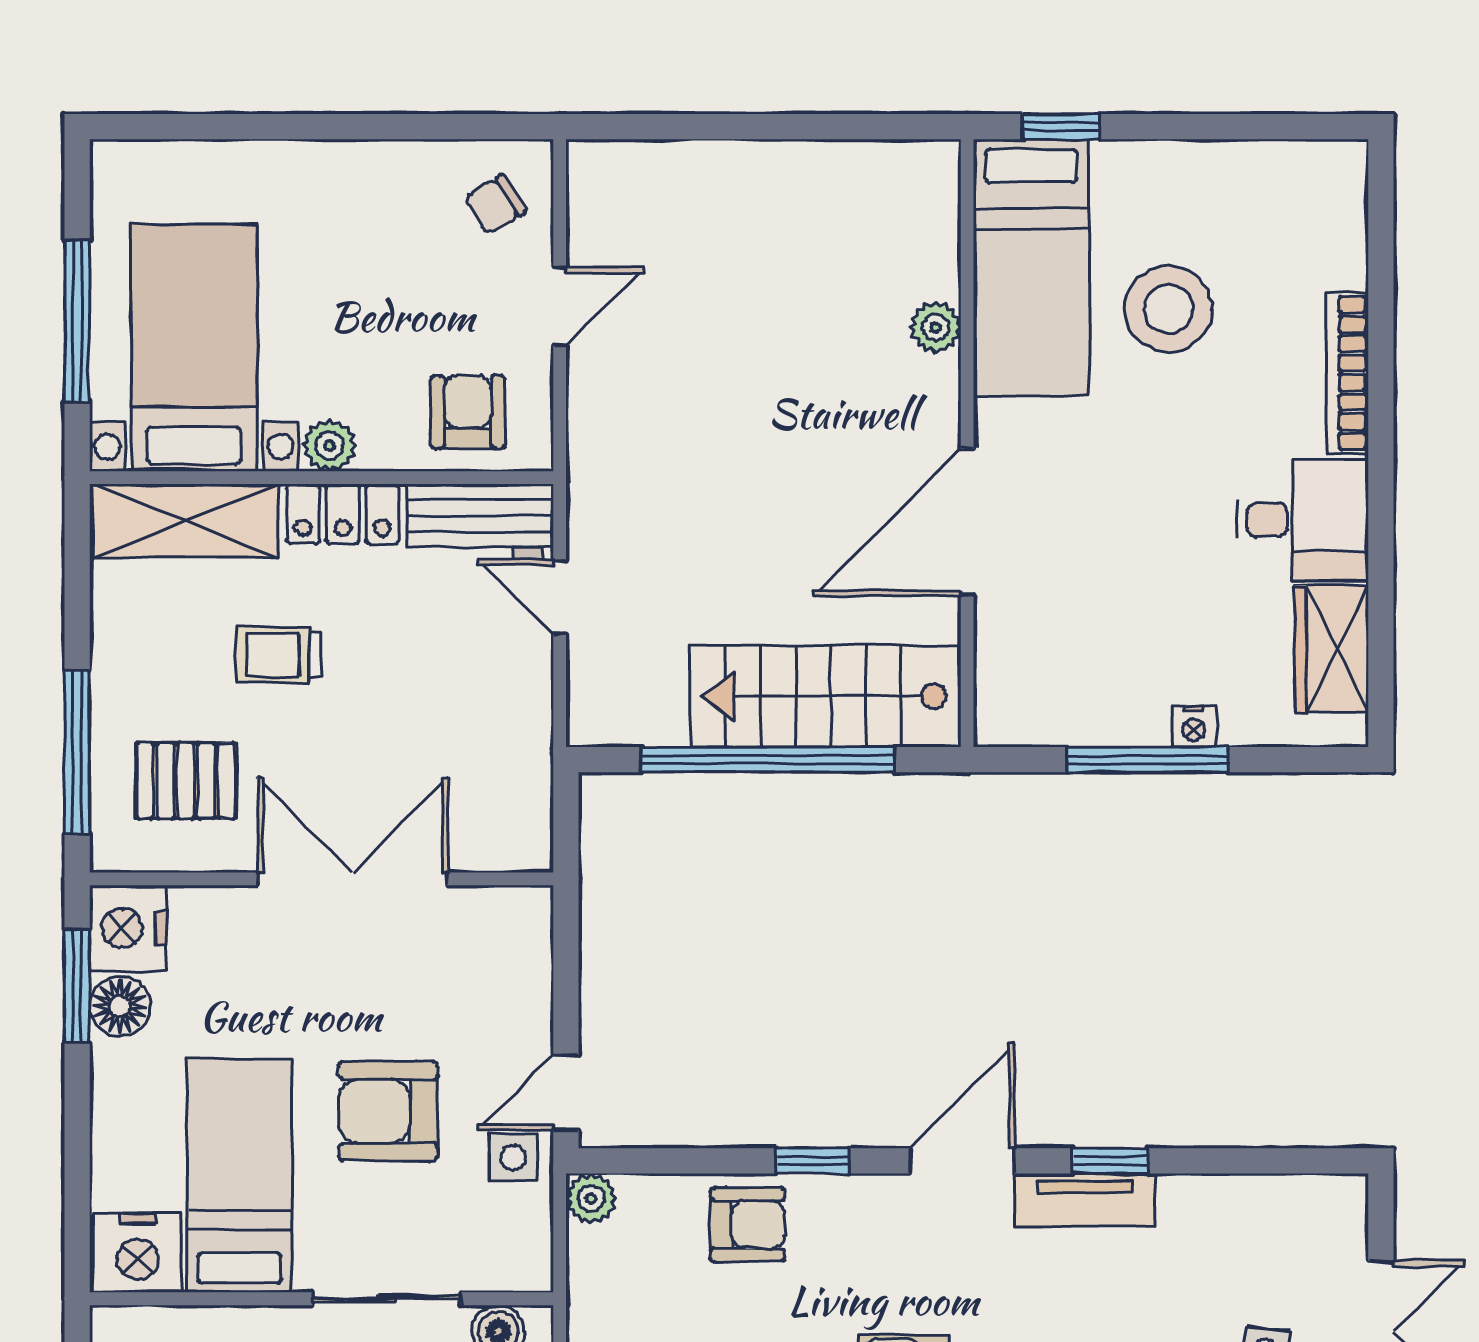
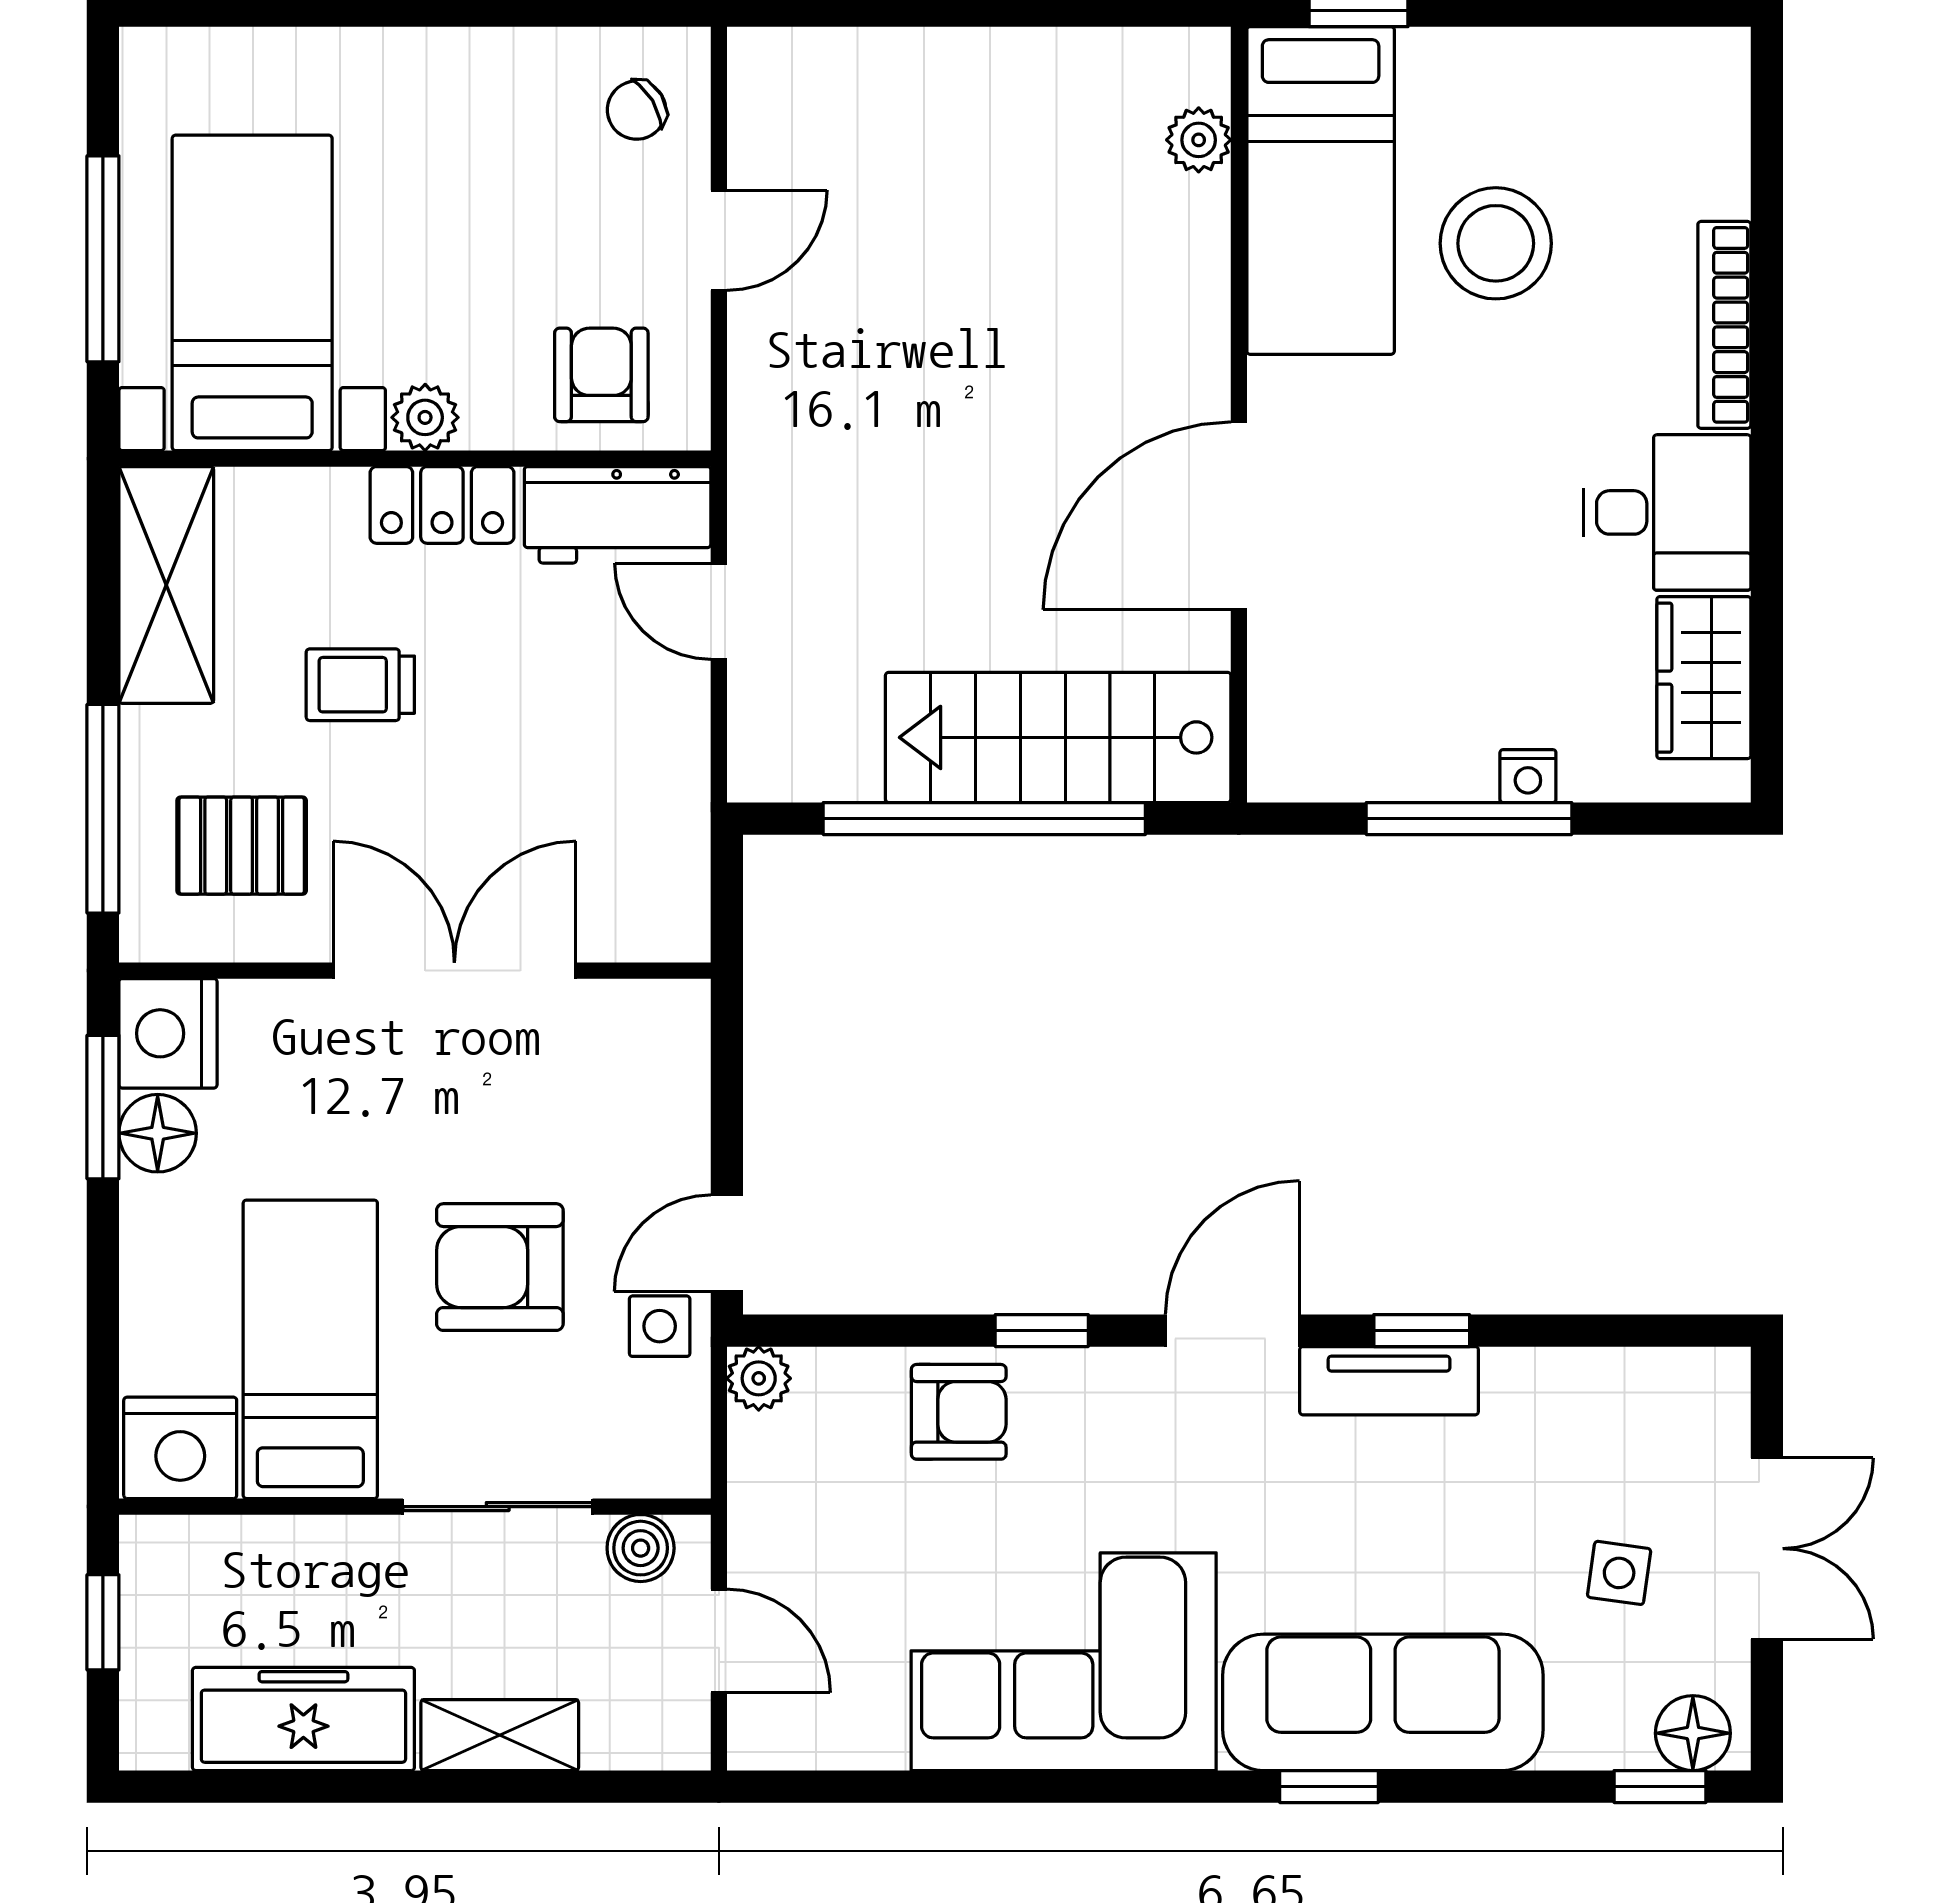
plant: (936, 327) -> (1199, 140), moved
shelving: (186, 521) -> (166, 585), moved, turned 90

